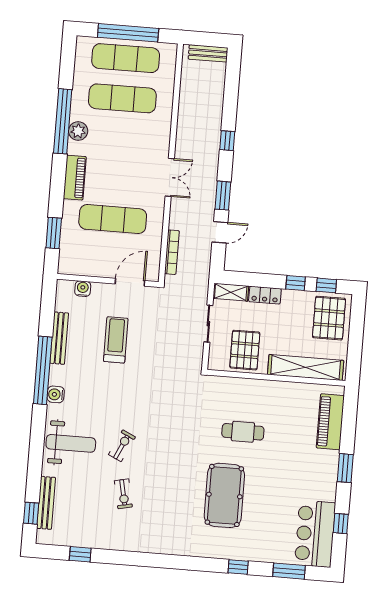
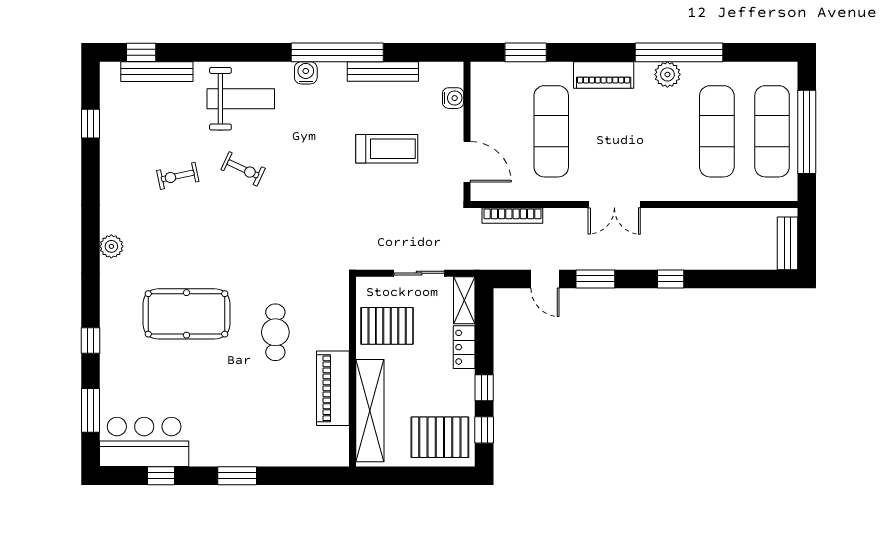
piano: (330, 422) -> (333, 388), moved, turned -90
weight bench: (71, 443) -> (241, 99), turned -90
plant: (171, 546) -> (111, 246), added

